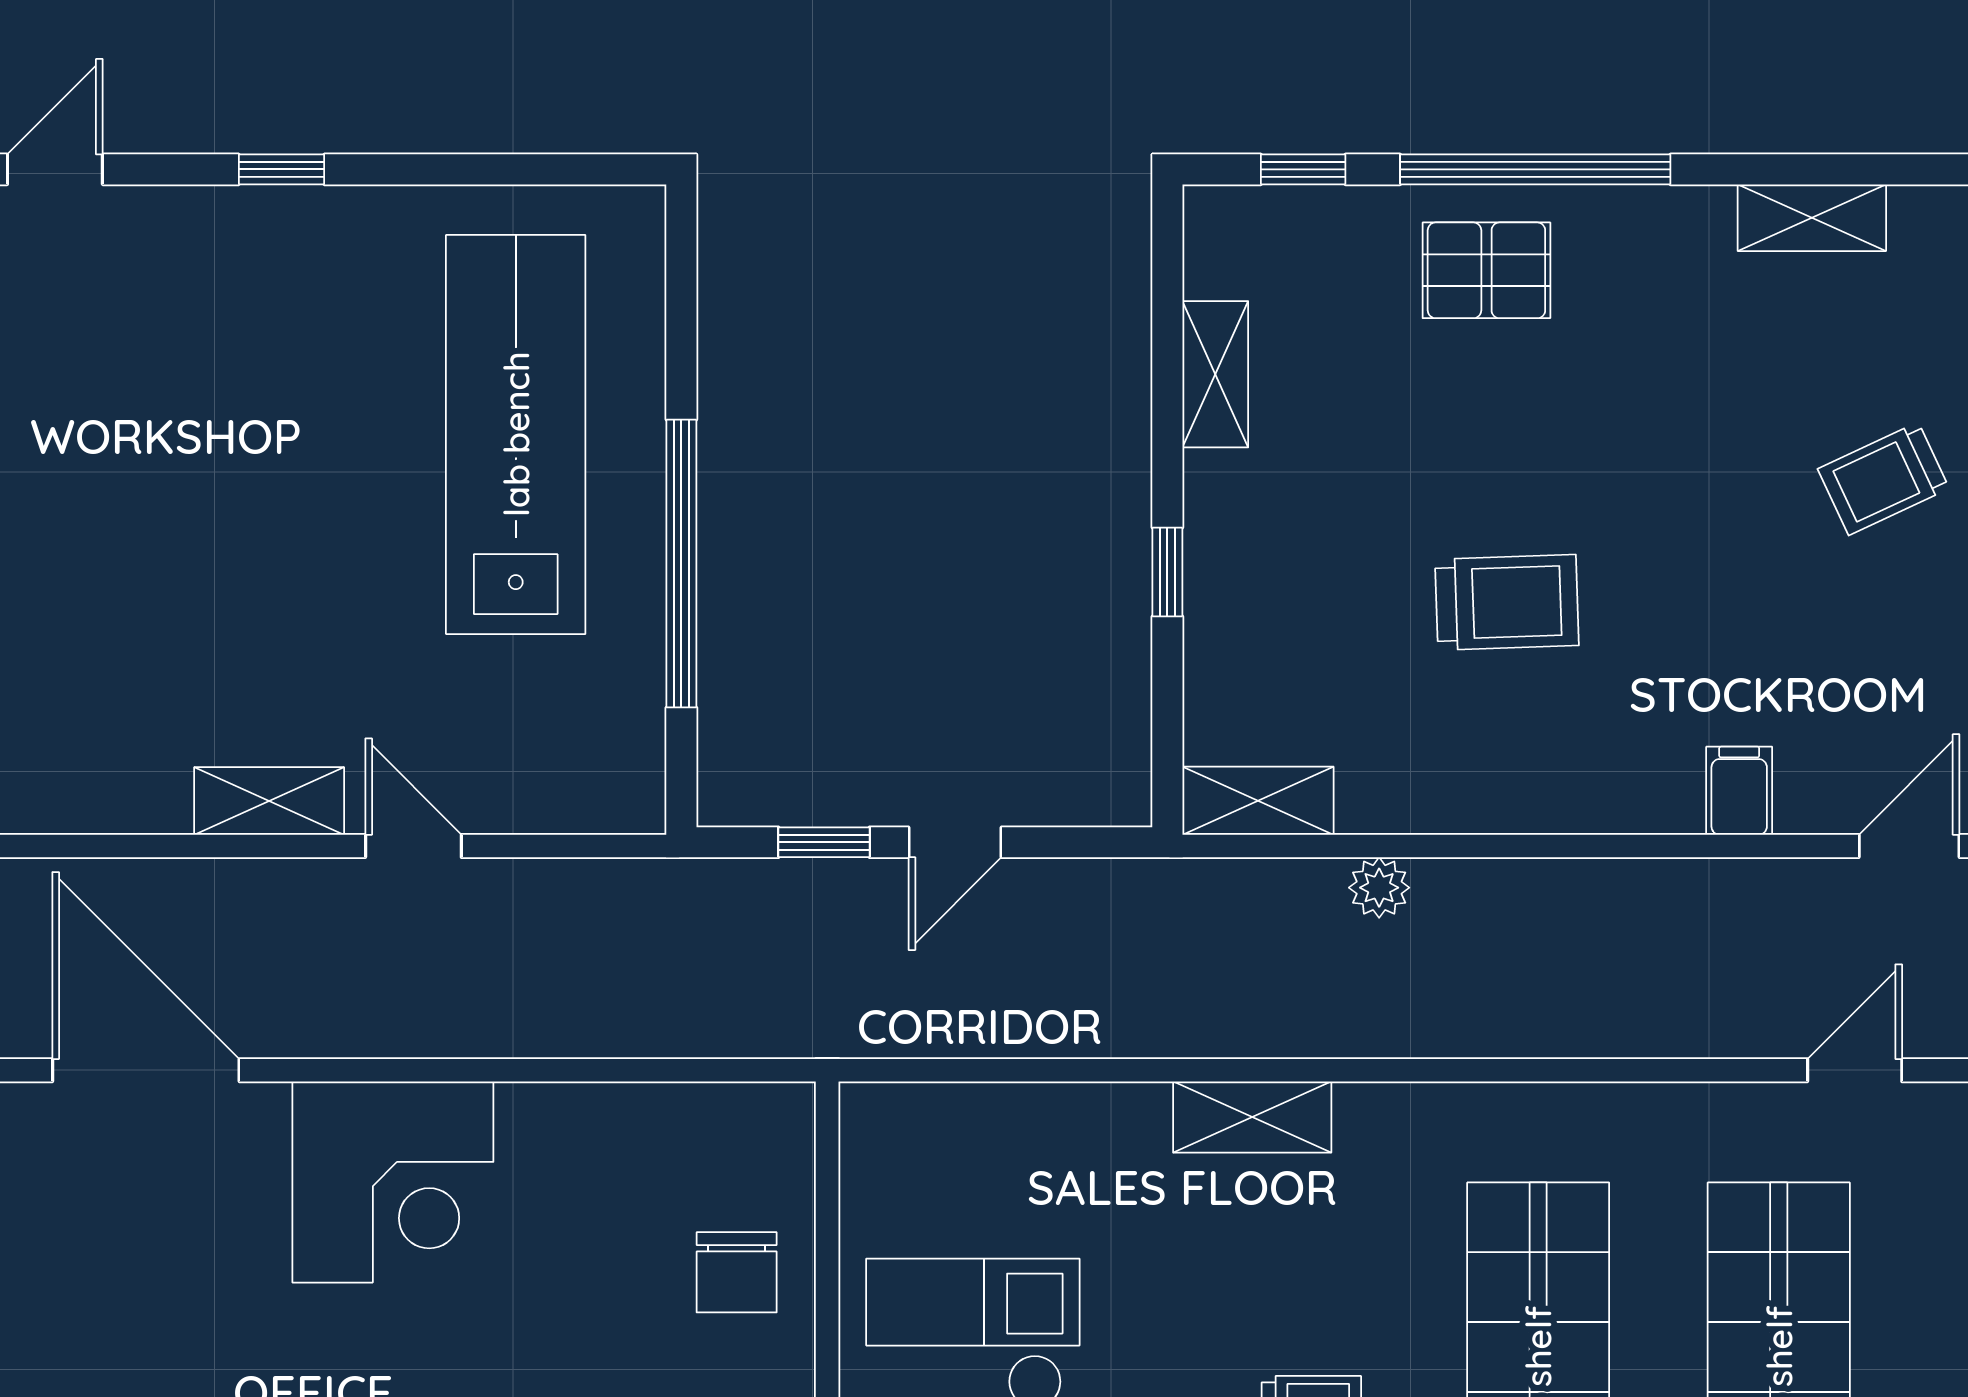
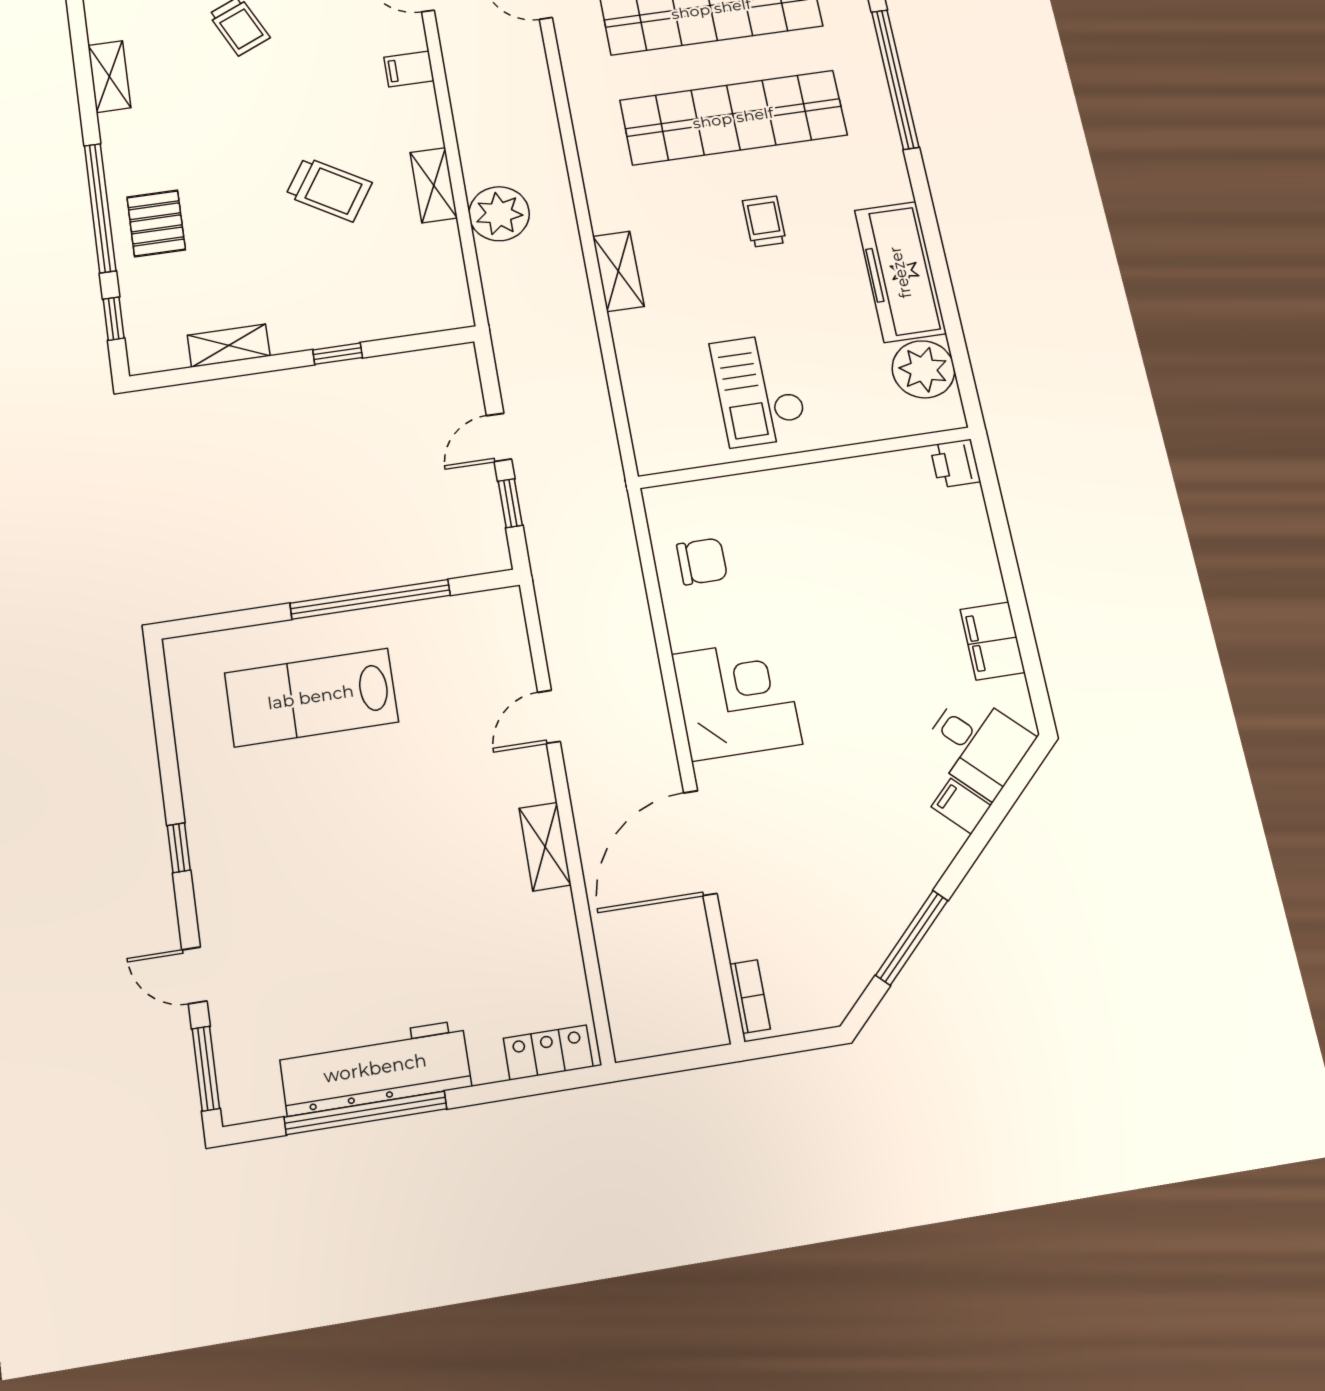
lab bench: (516, 434) -> (311, 697), width x0.73
trolley: (1507, 602) -> (329, 189), turned 124
shelving: (269, 801) -> (545, 847), moved
shelving: (1258, 801) -> (434, 185), moved
door: (955, 842) -> (499, 437), swing flipped
plant: (1379, 888) -> (499, 214), width x1.87, depth x1.87
chair: (737, 1272) -> (702, 561), moved

